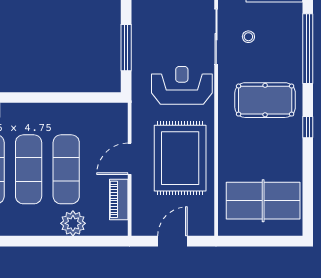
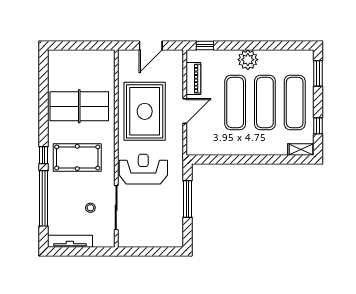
reception desk: (182, 85) -> (143, 169), turned 180
window: (308, 127) -> (43, 155), moved
table tennis table: (263, 201) -> (79, 106), moved
plant: (73, 223) -> (248, 60), moved
window: (104, 241) -> (205, 46), added

